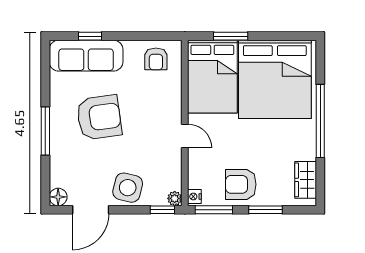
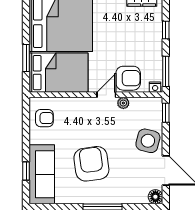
armchair: (241, 184) -> (128, 78), moved, turned -90
plant: (175, 198) -> (123, 103), moved
window: (265, 210) -> (166, 30), width x0.67

